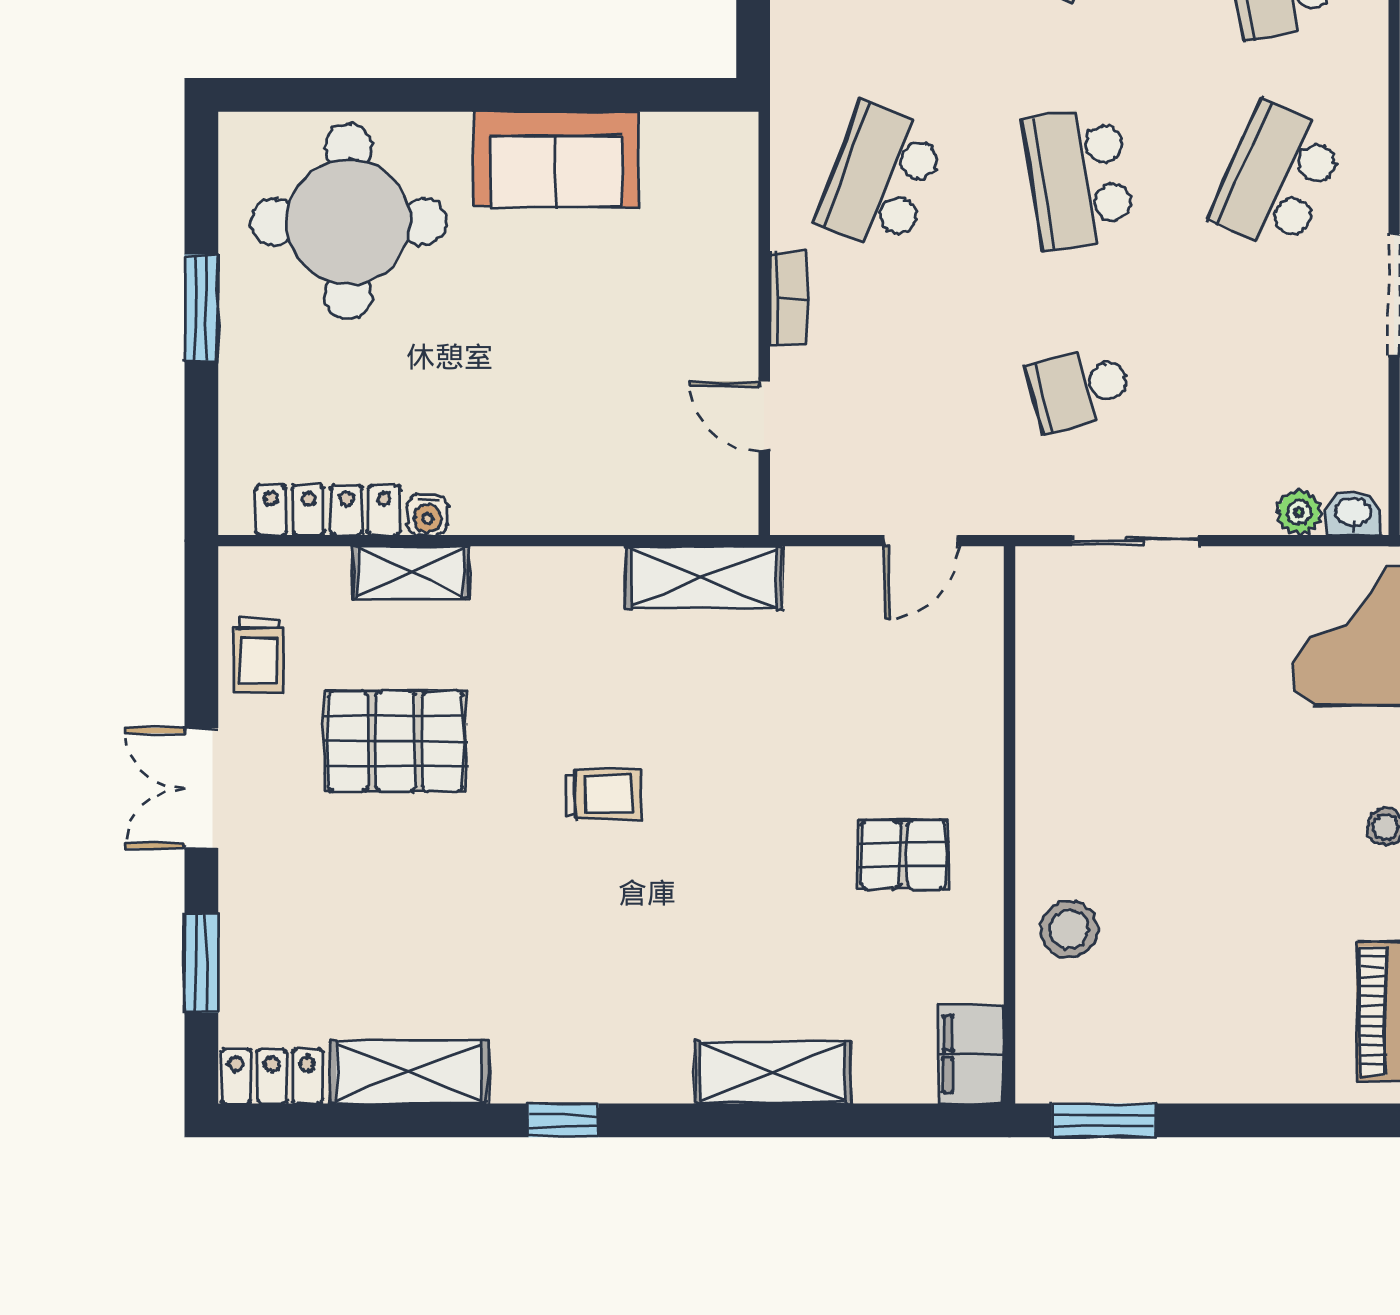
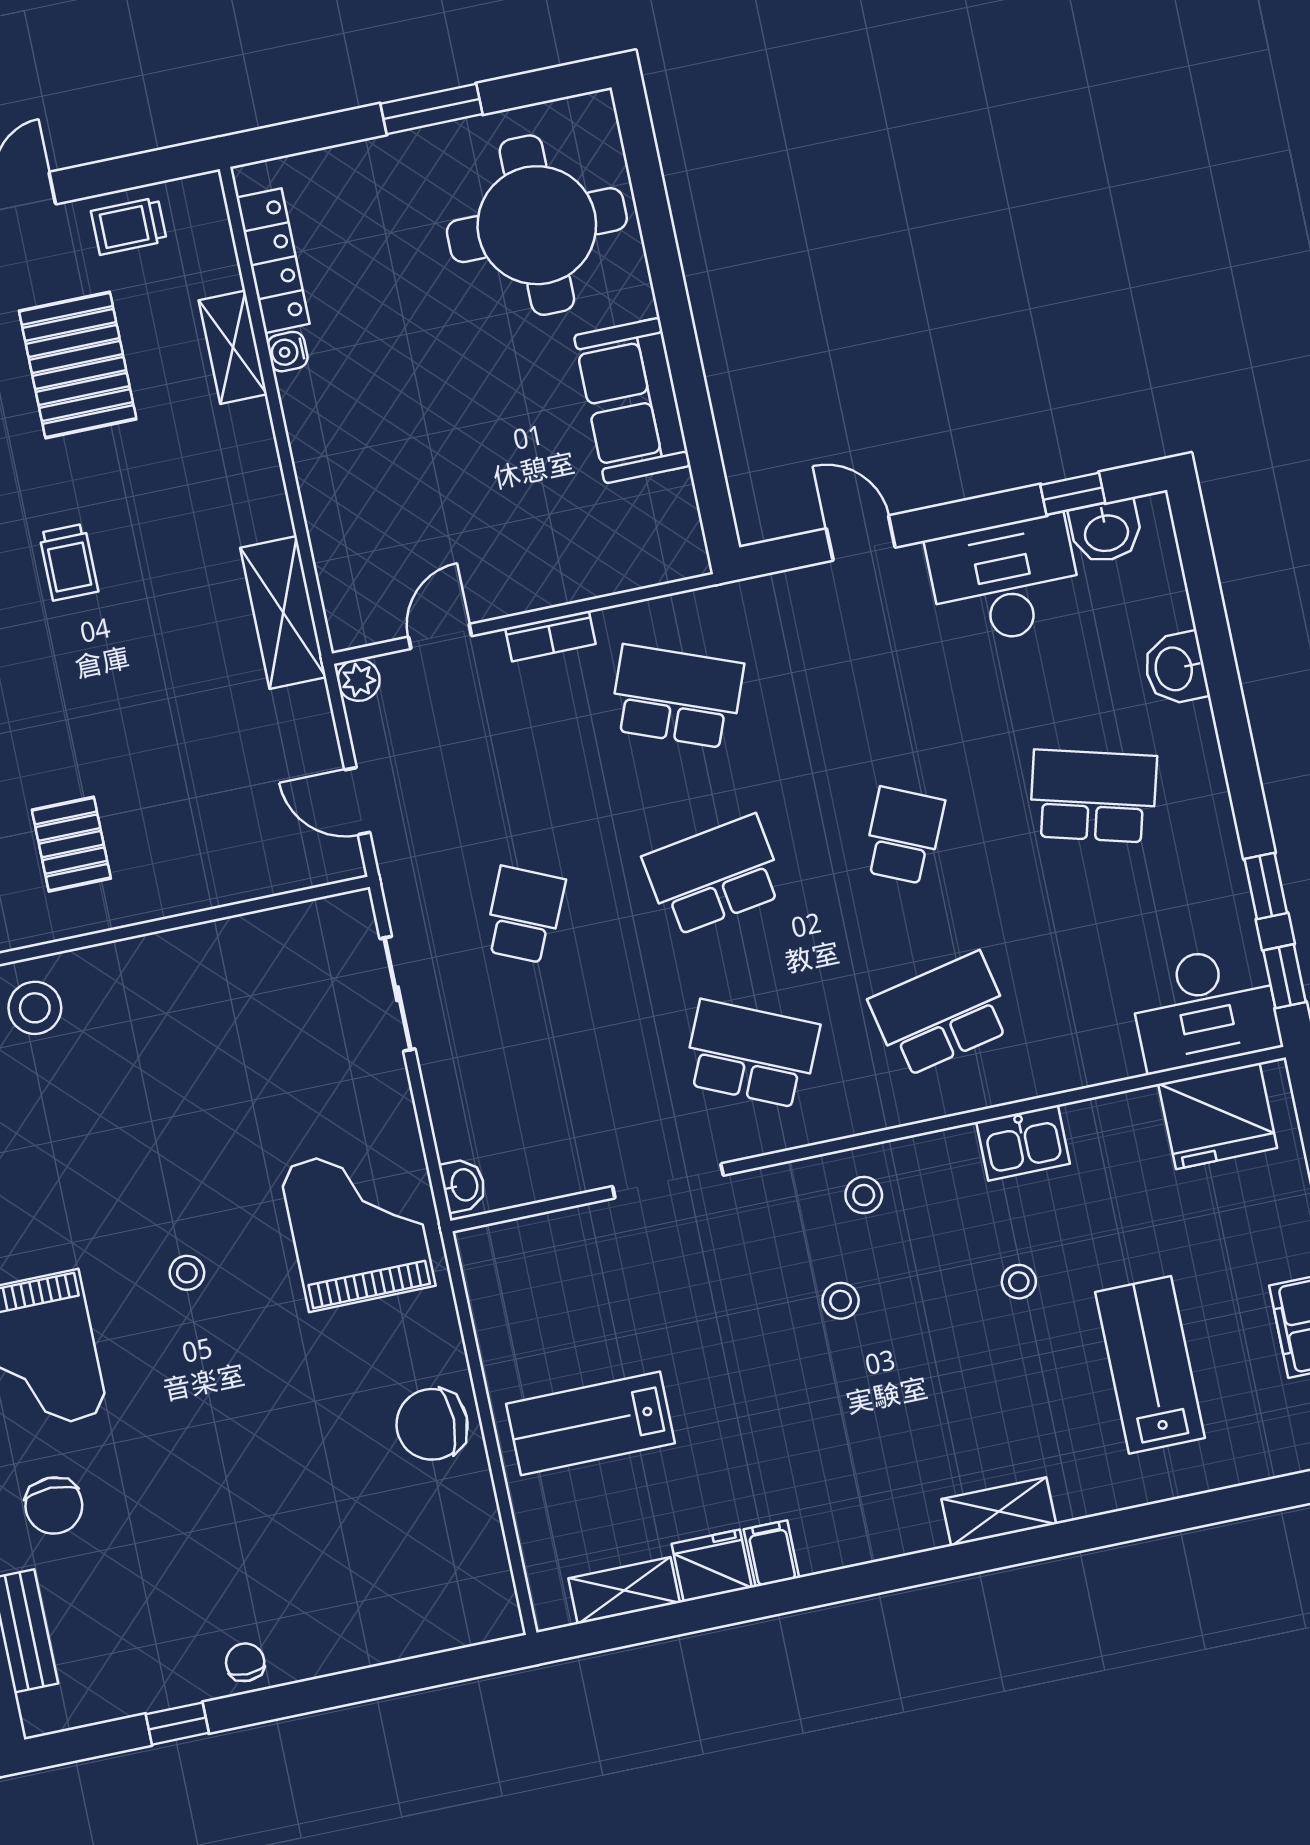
school desk: (1079, 388) -> (524, 915), turned 39
plant: (1299, 512) -> (359, 680), moved

